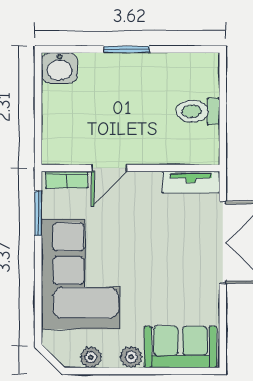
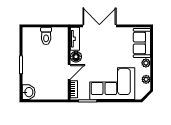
door: (109, 168) -> (69, 72), hinge flipped
floor lamp: (147, 185) -> (76, 57), added

